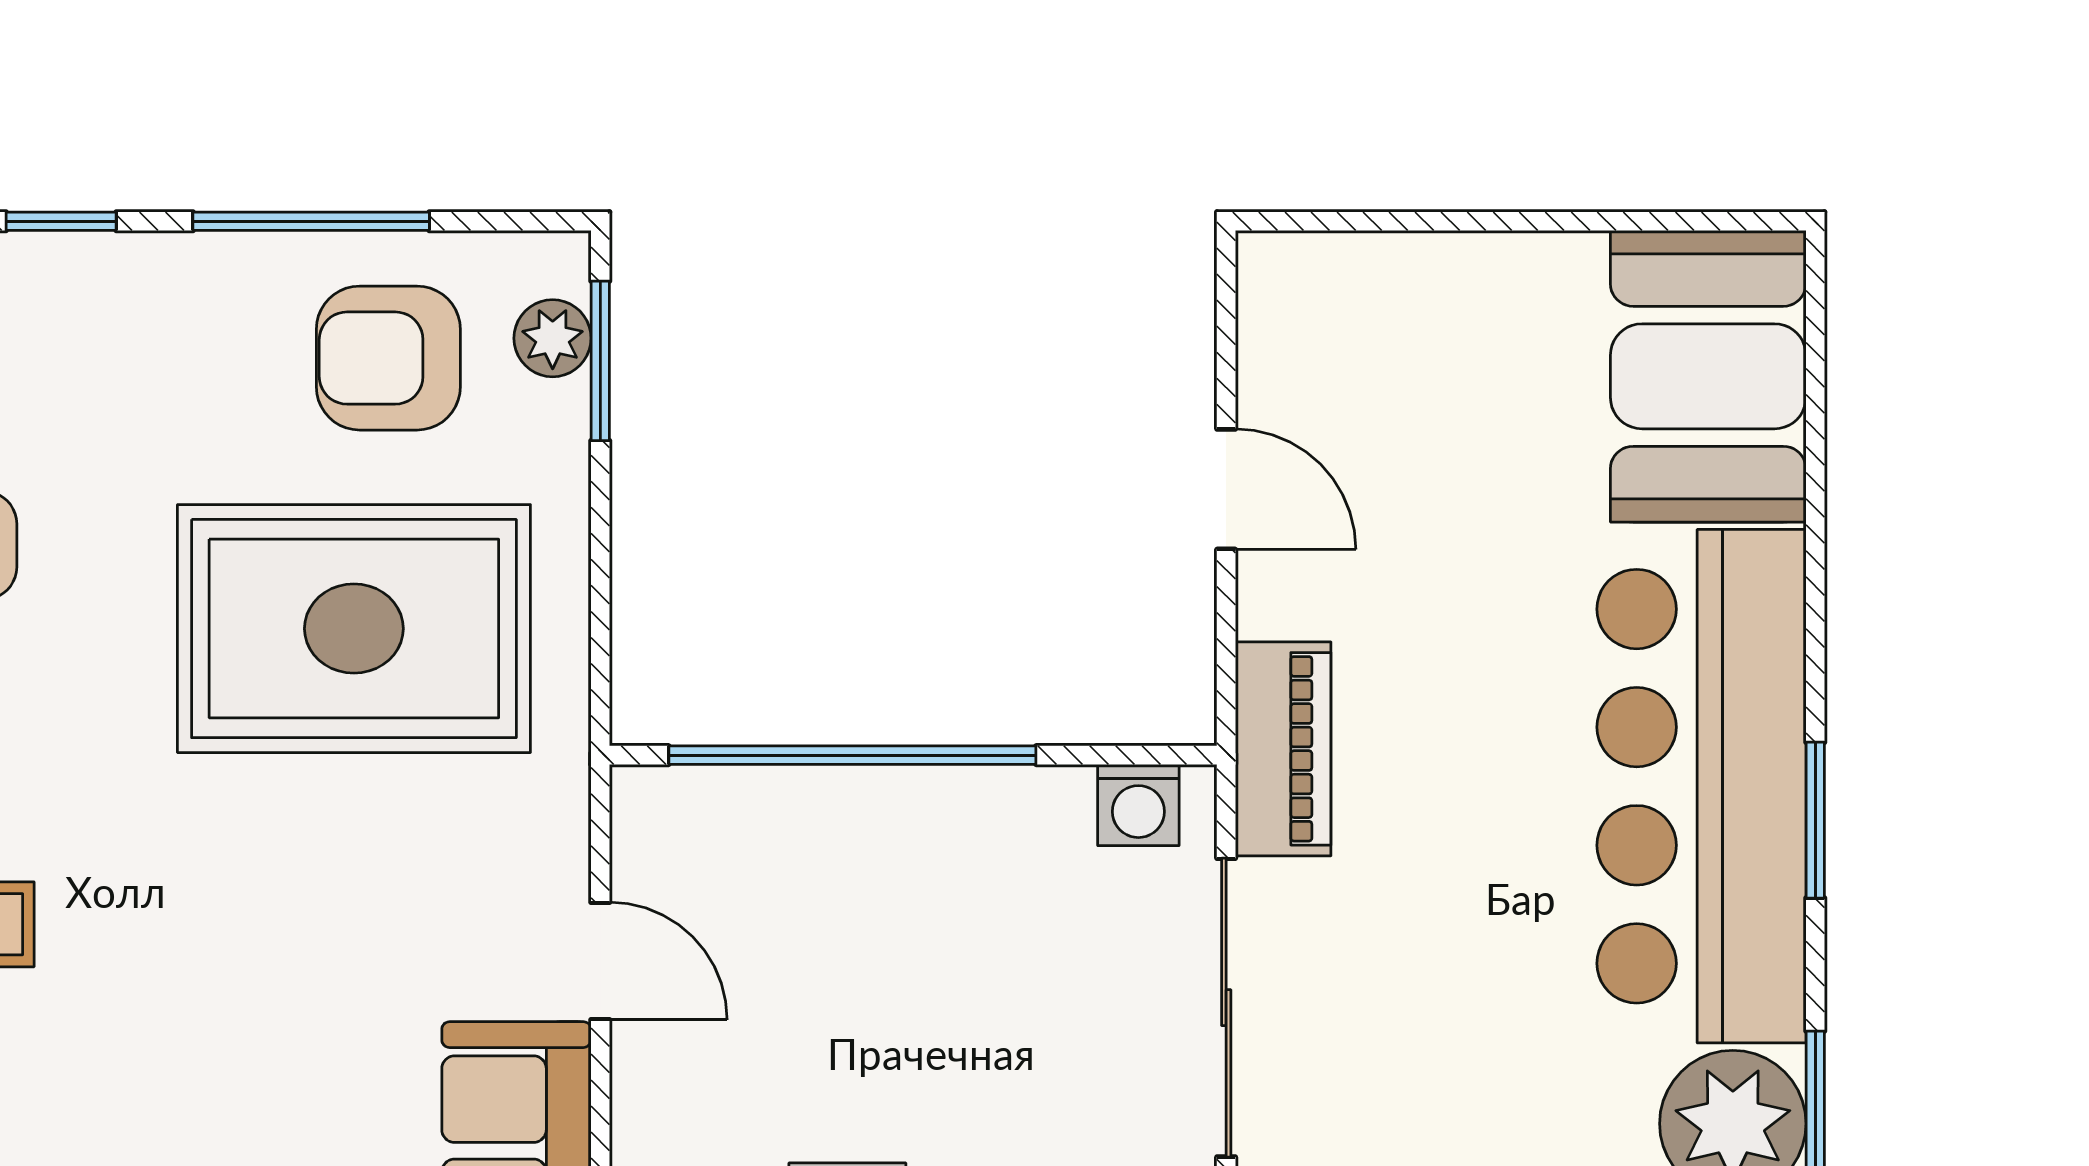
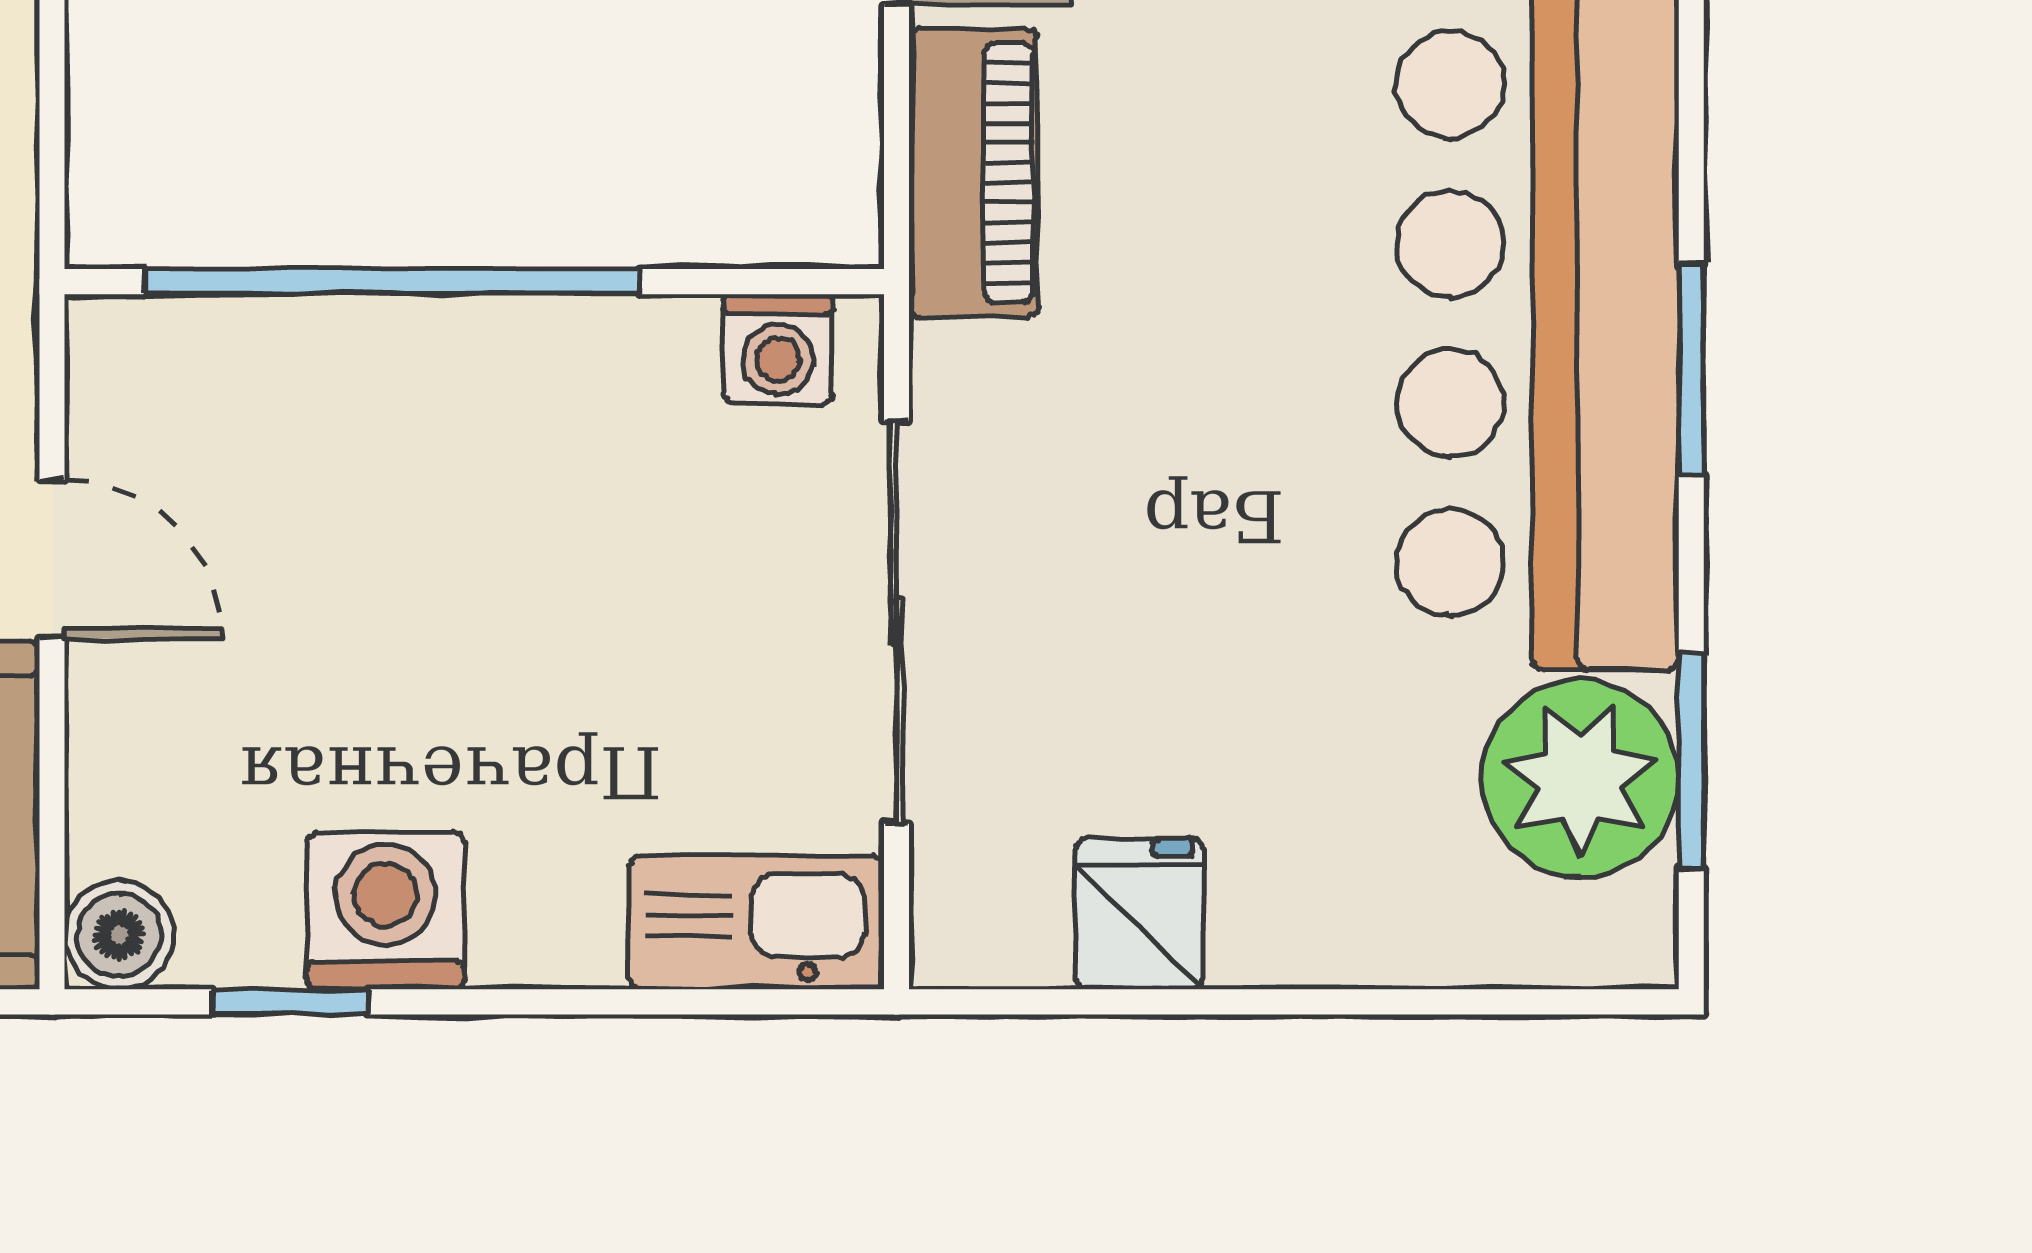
piano: (1283, 749) -> (973, 173), moved

